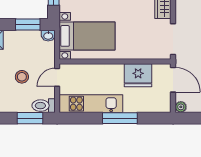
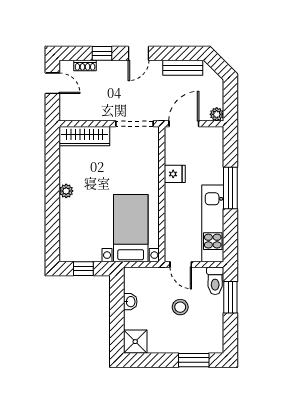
window: (28, 25) -> (117, 300), removed
washbasin: (48, 36) -> (130, 302), moved
fridge: (138, 75) -> (175, 174), width x0.53, depth x0.75

